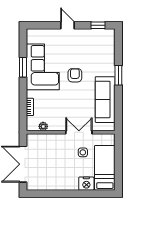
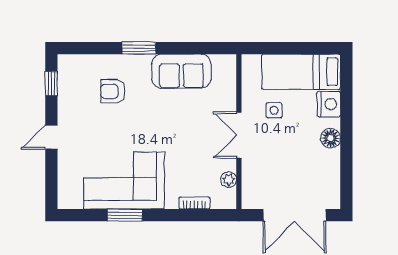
armchair: (75, 75) -> (113, 91), moved
sofa: (105, 100) -> (181, 71), width x0.73
double door: (79, 132) -> (239, 135), moved
floor lamp: (67, 185) -> (331, 138), added

